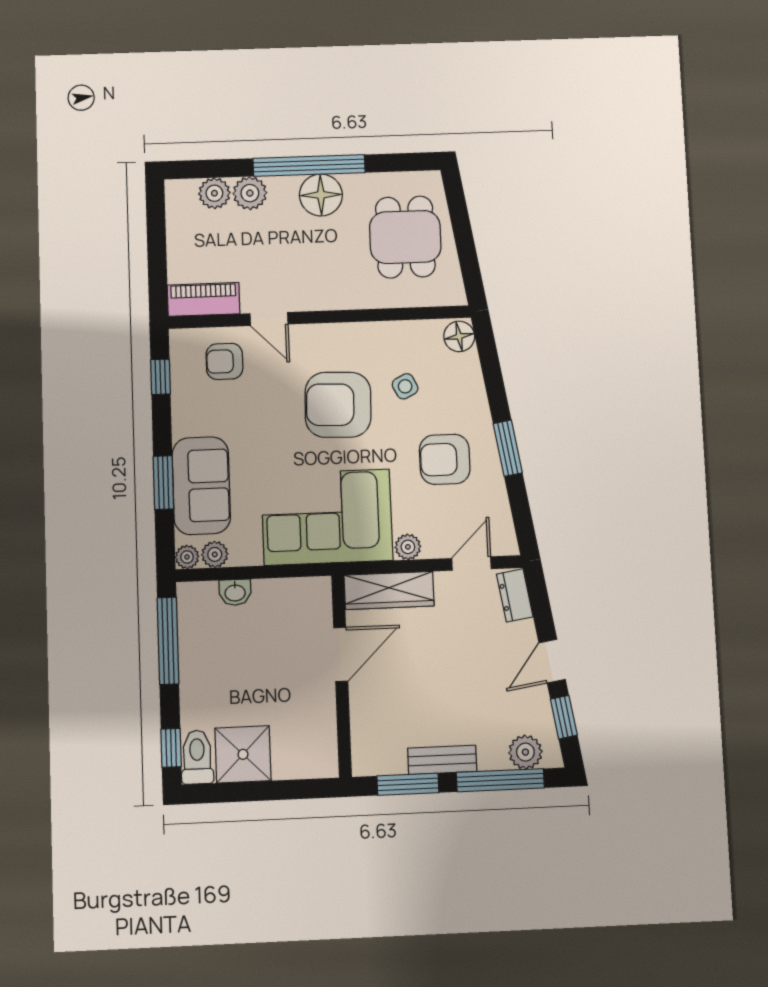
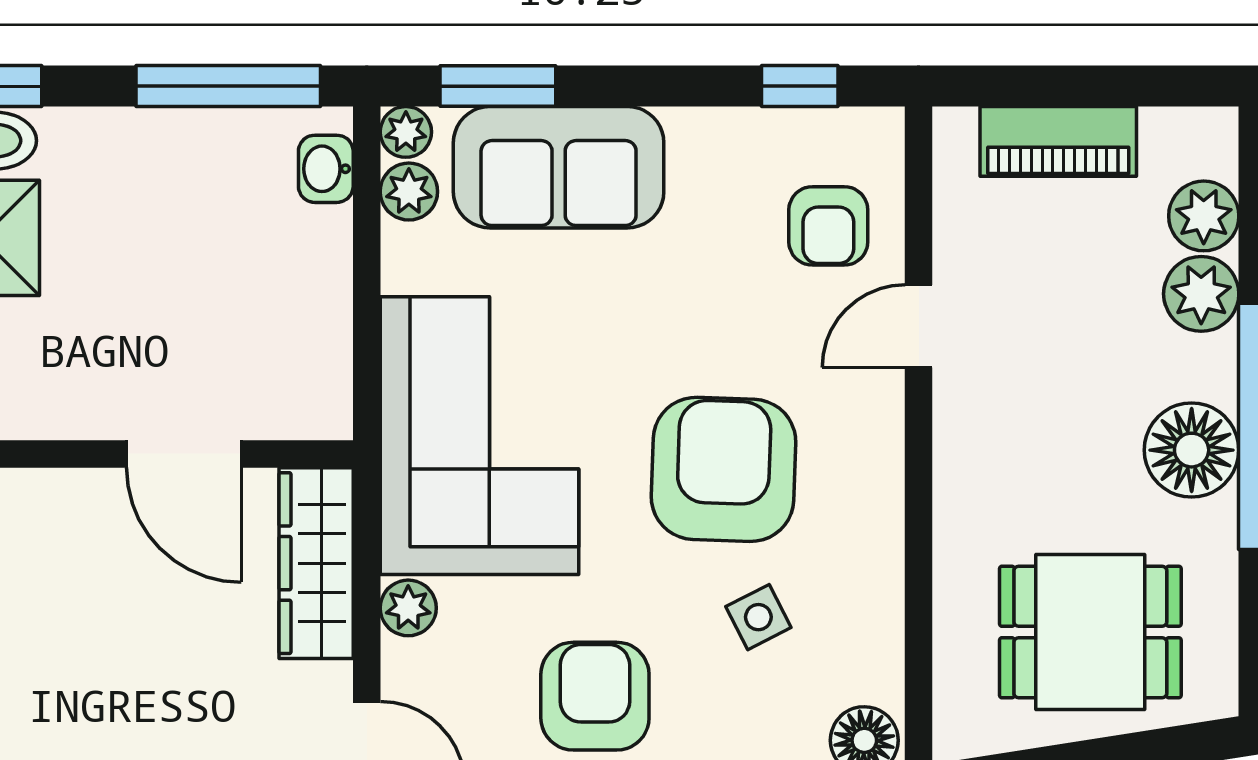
piano: (203, 299) -> (1058, 141), moved, turned 90
armchair: (224, 361) -> (828, 226), turned 180
window: (163, 483) -> (498, 86), moved
washbasin: (235, 592) -> (326, 169), moved

